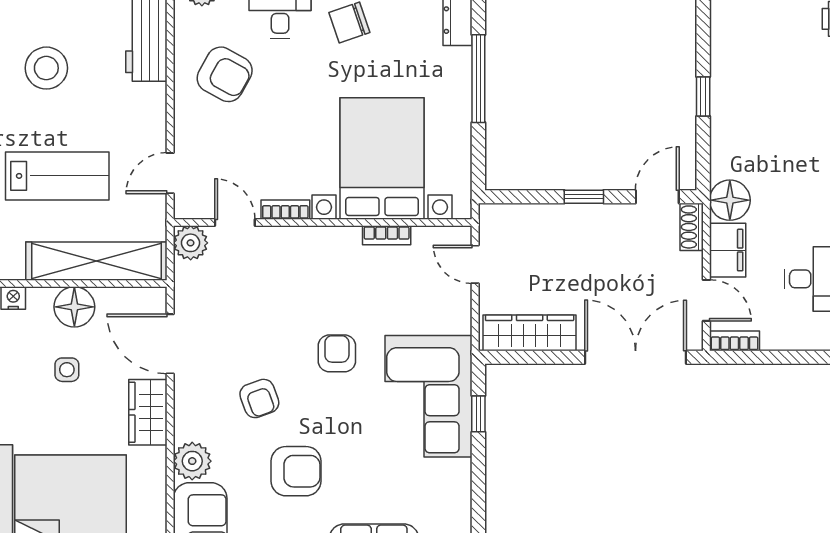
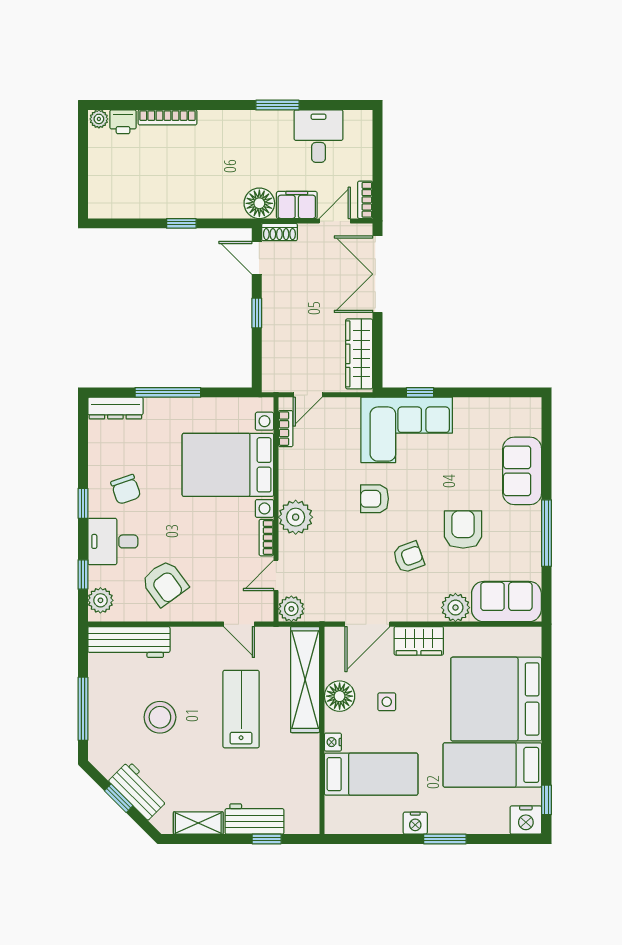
armchair: (225, 74) -> (165, 583), turned 115
bookcase: (387, 235) -> (286, 429), moved
plant: (312, 248) -> (296, 517), added

